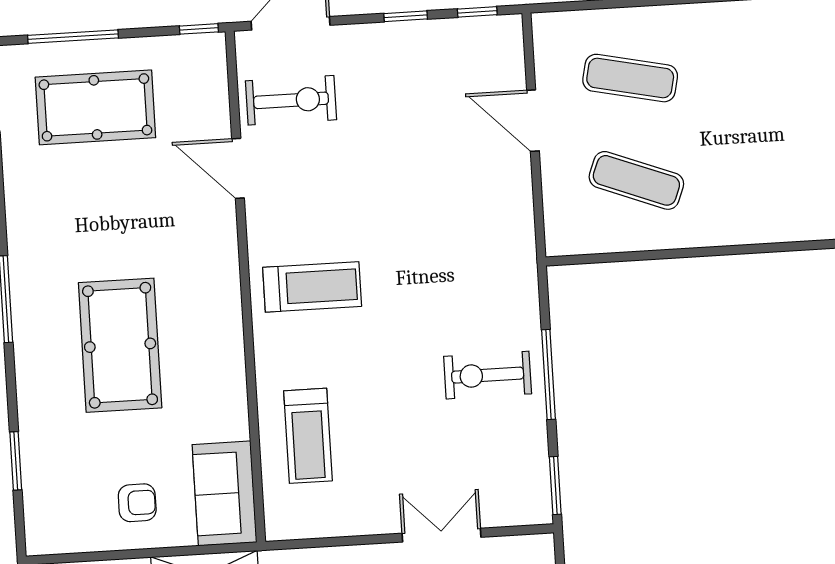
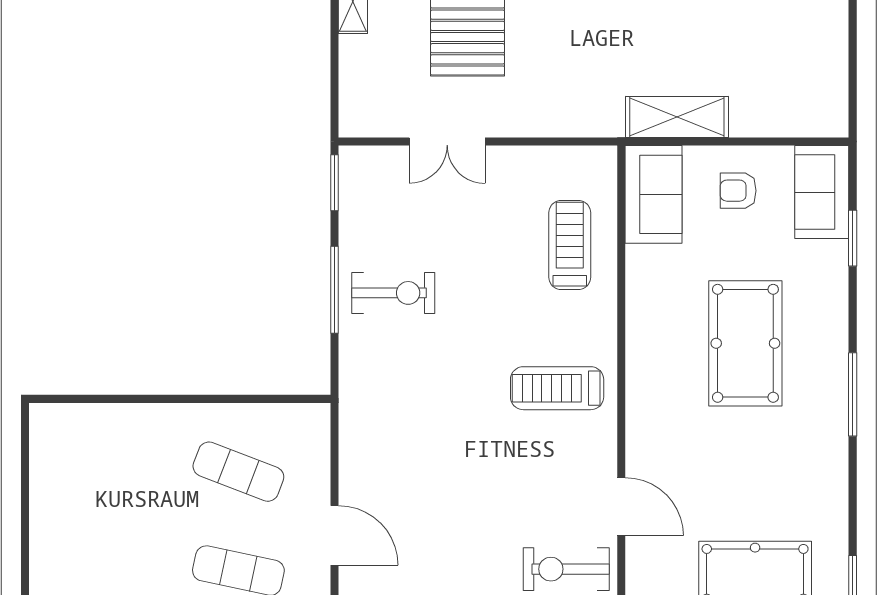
sofa: (51, 507) -> (822, 192), added

